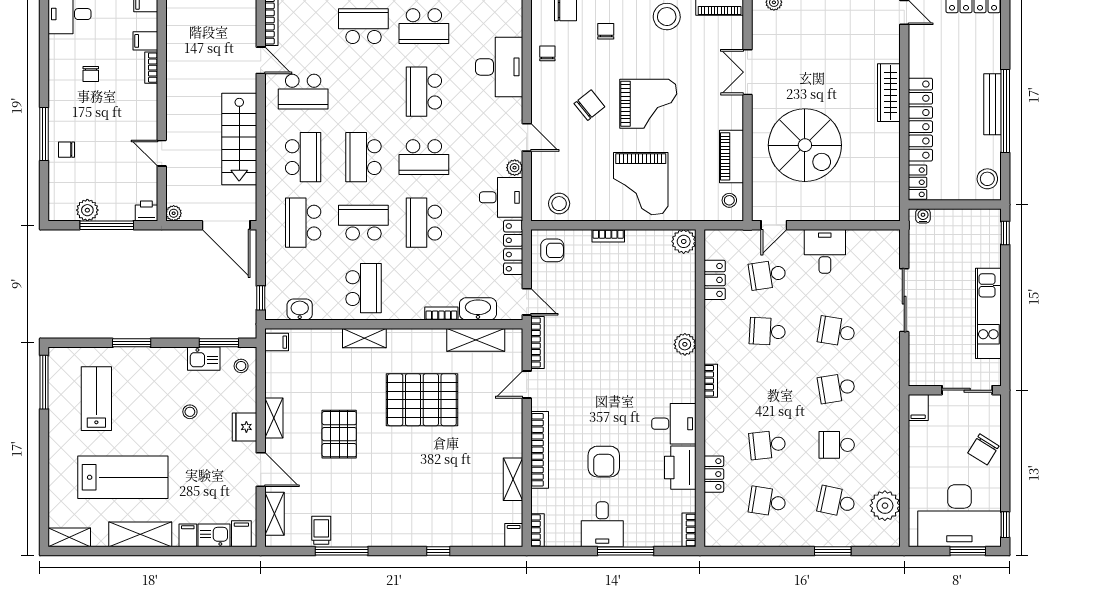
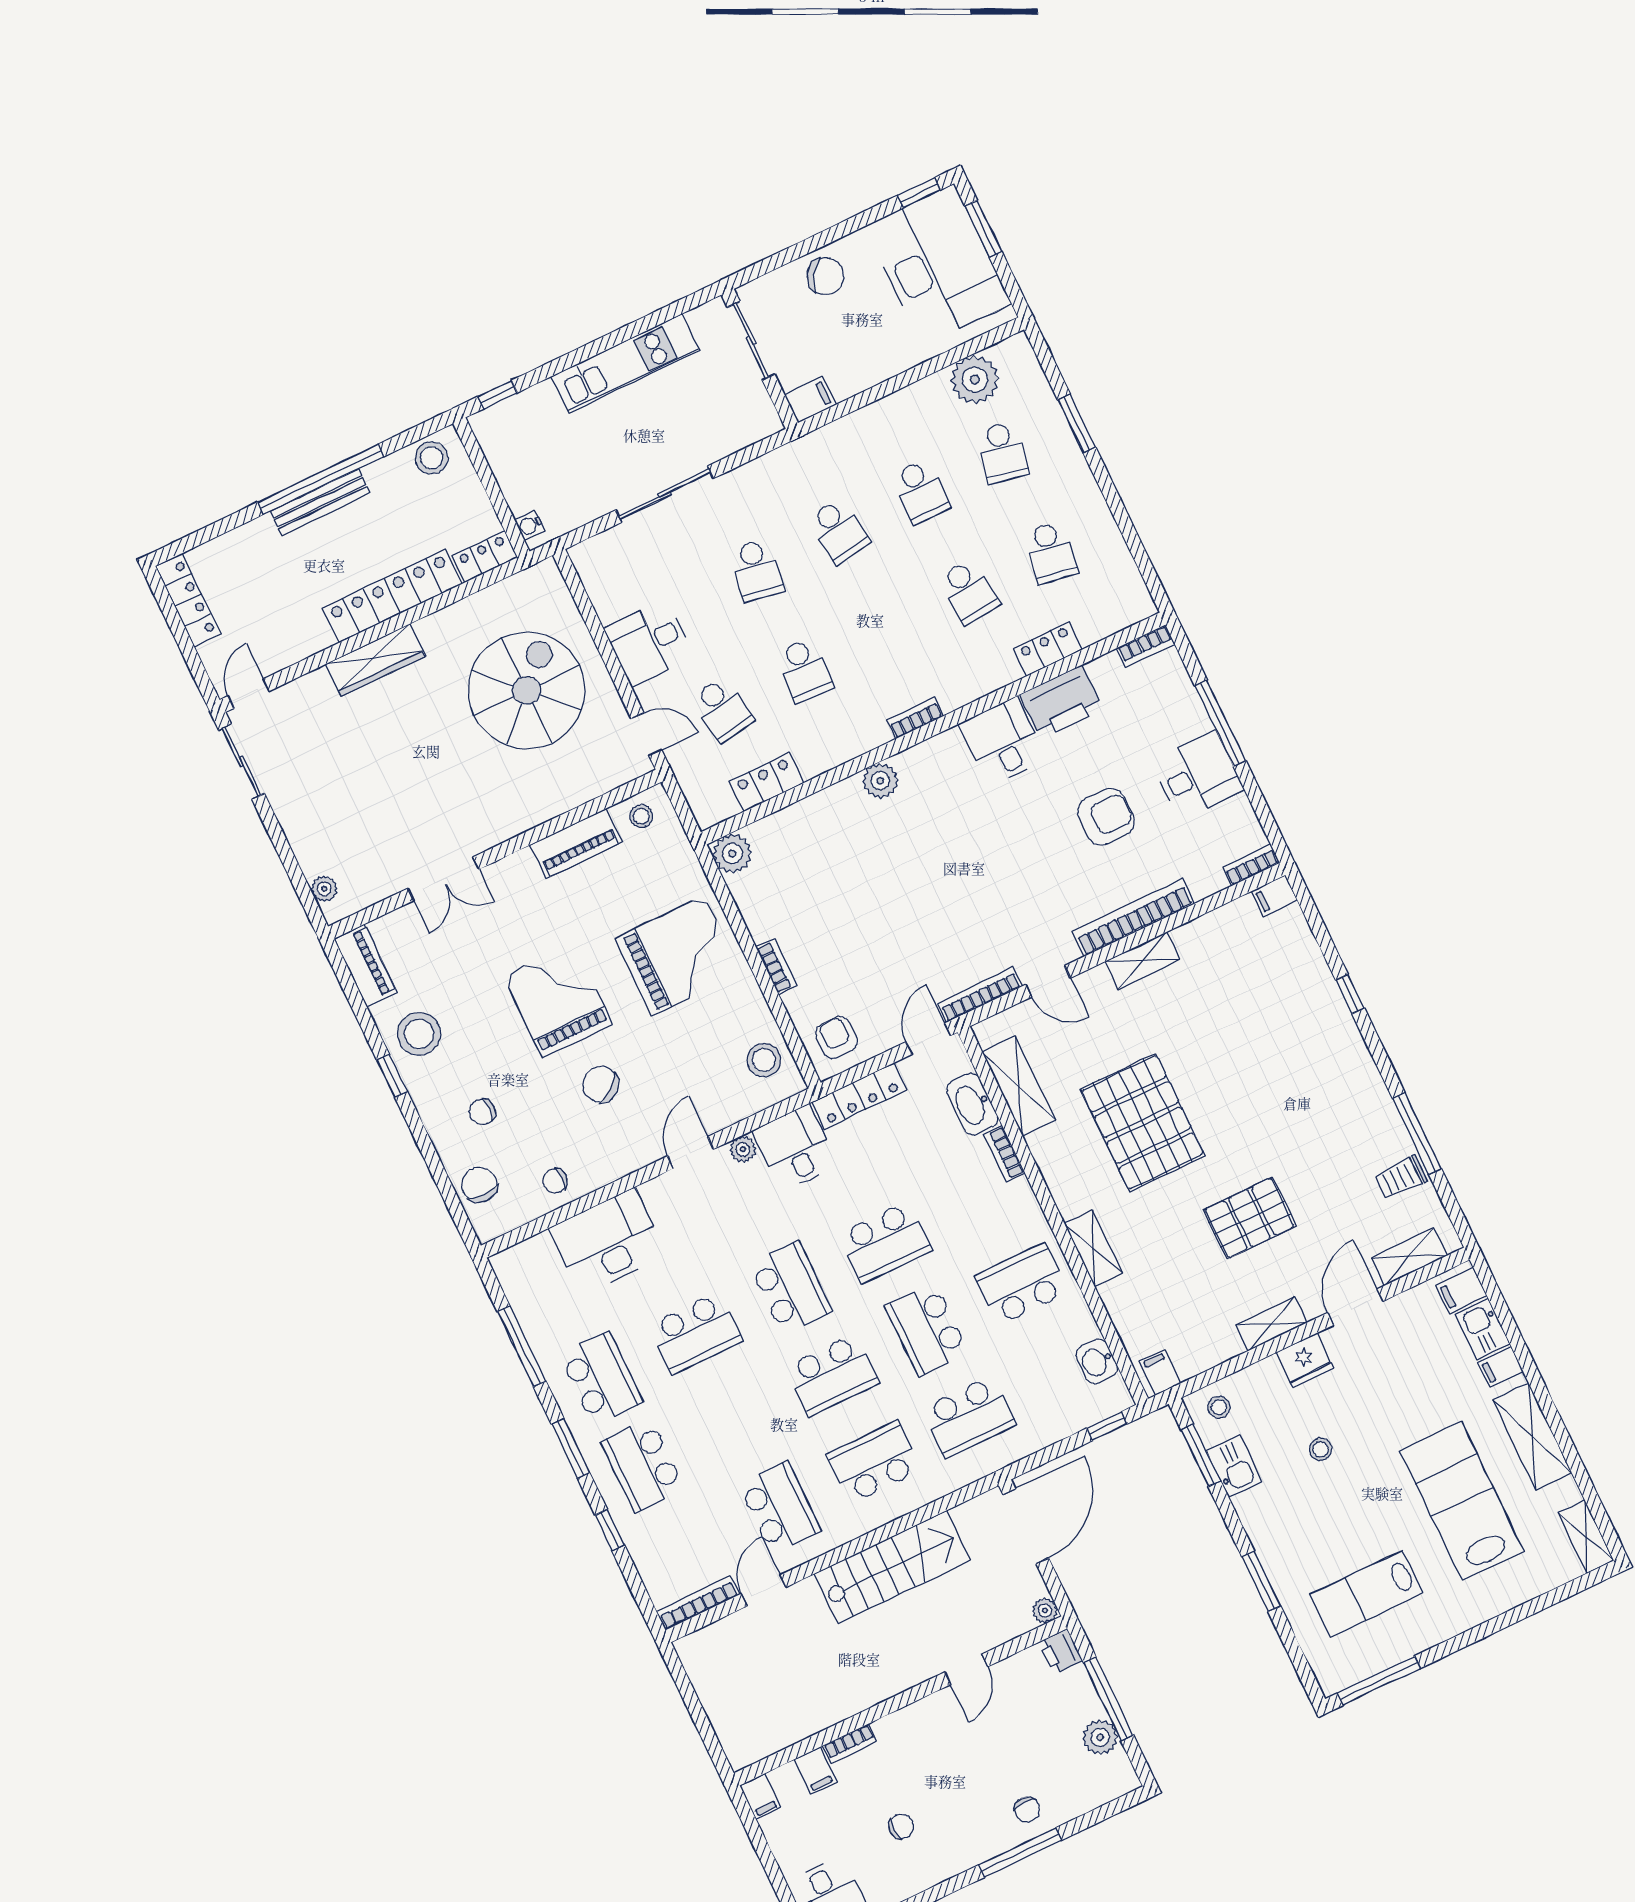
spiral stairs: (805, 145) -> (527, 690), moved
shelving: (513, 479) -> (1142, 961), moved

